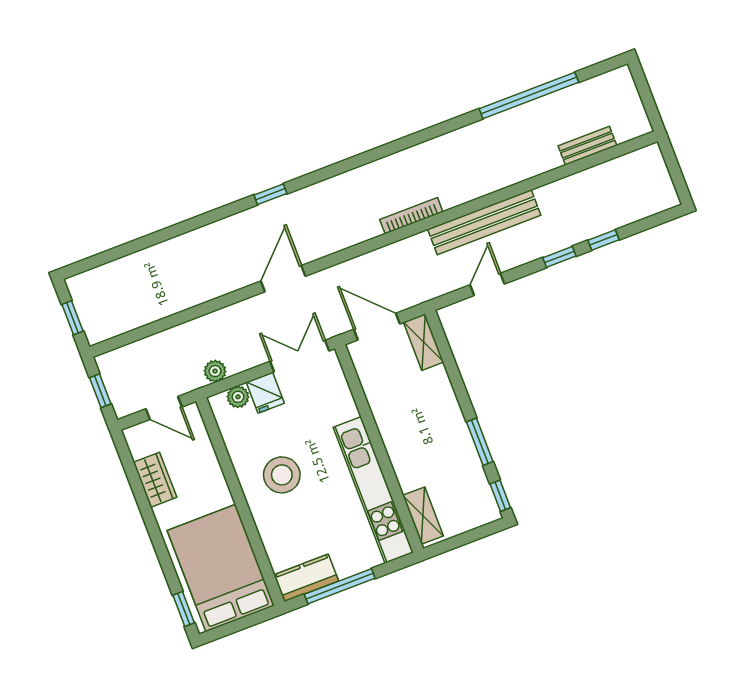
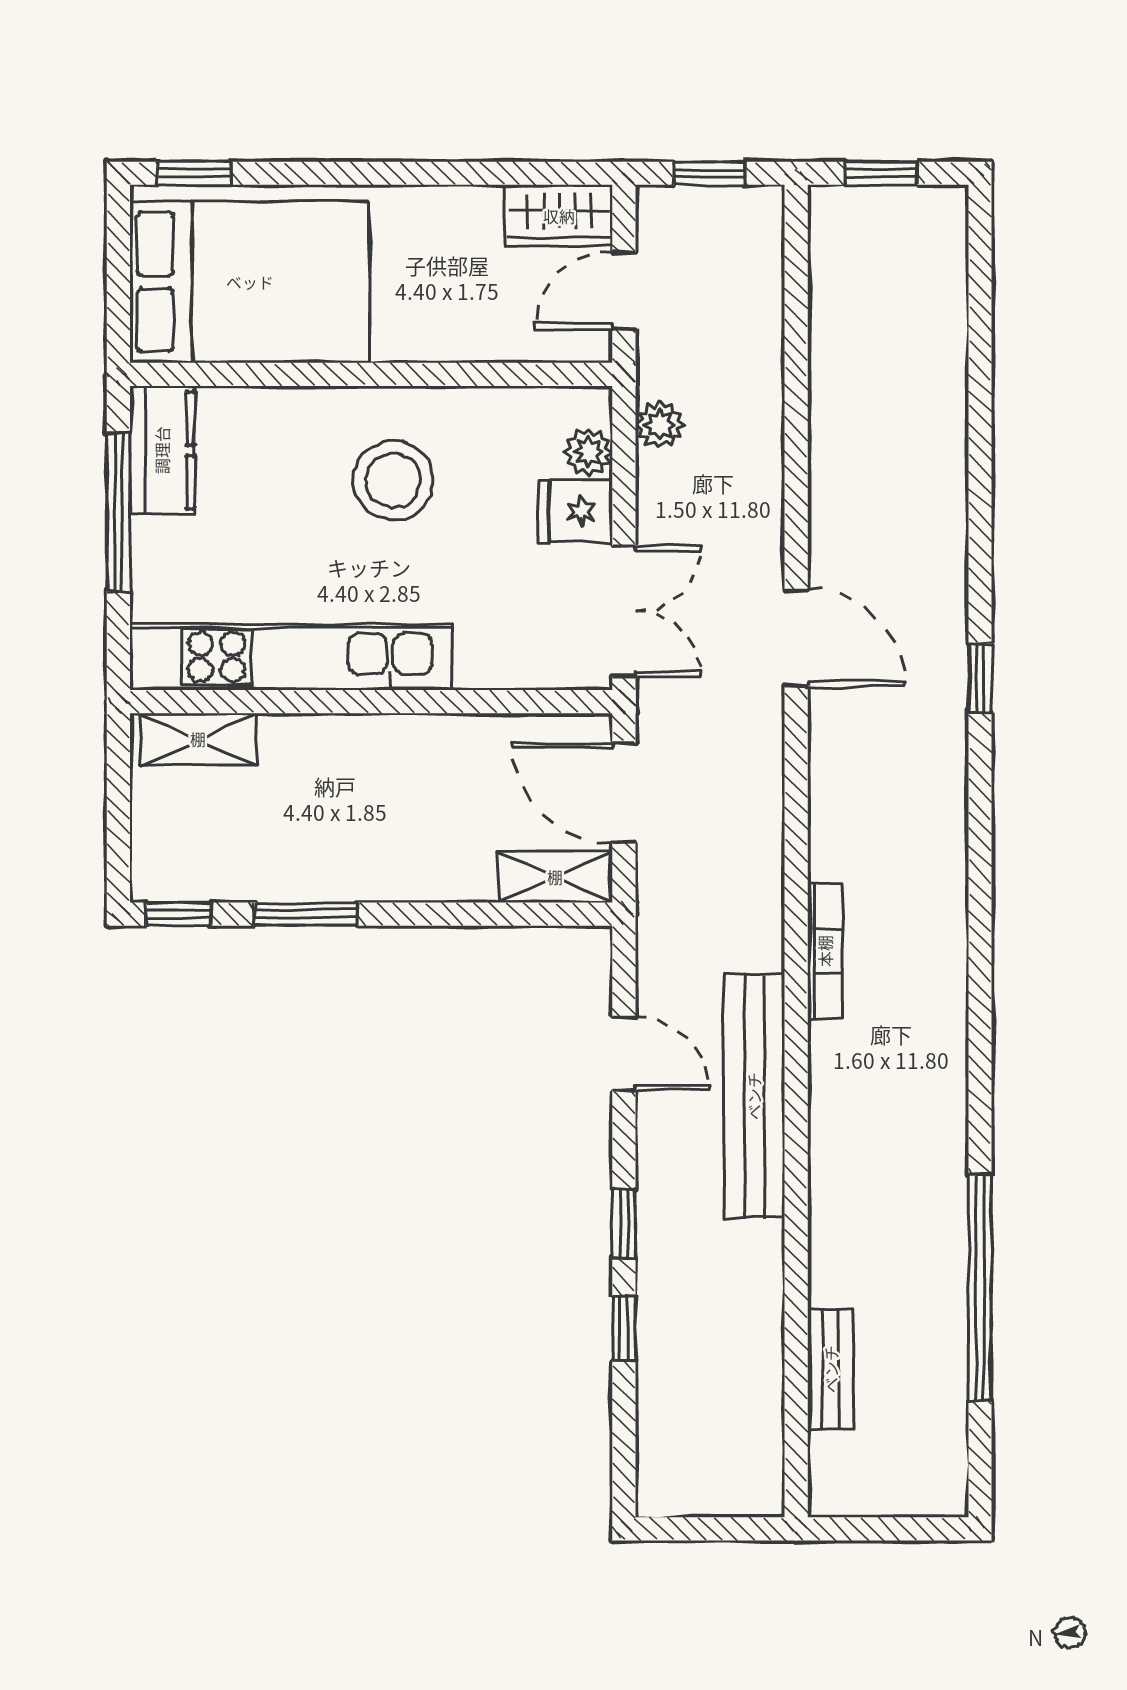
door: (377, 327) -> (624, 793), swing flipped
wardrobe: (155, 480) -> (559, 216), moved

